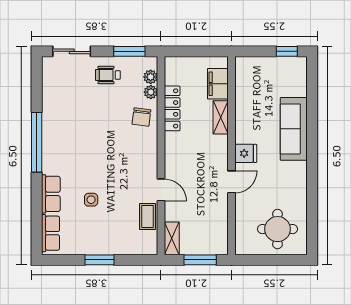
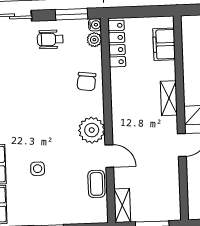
water cooler: (152, 62) -> (95, 25), added
plant: (151, 92) -> (92, 130), moved, width x1.87, depth x1.87
locker: (172, 108) -> (117, 44), moved
shelving: (221, 117) -> (169, 98), moved

